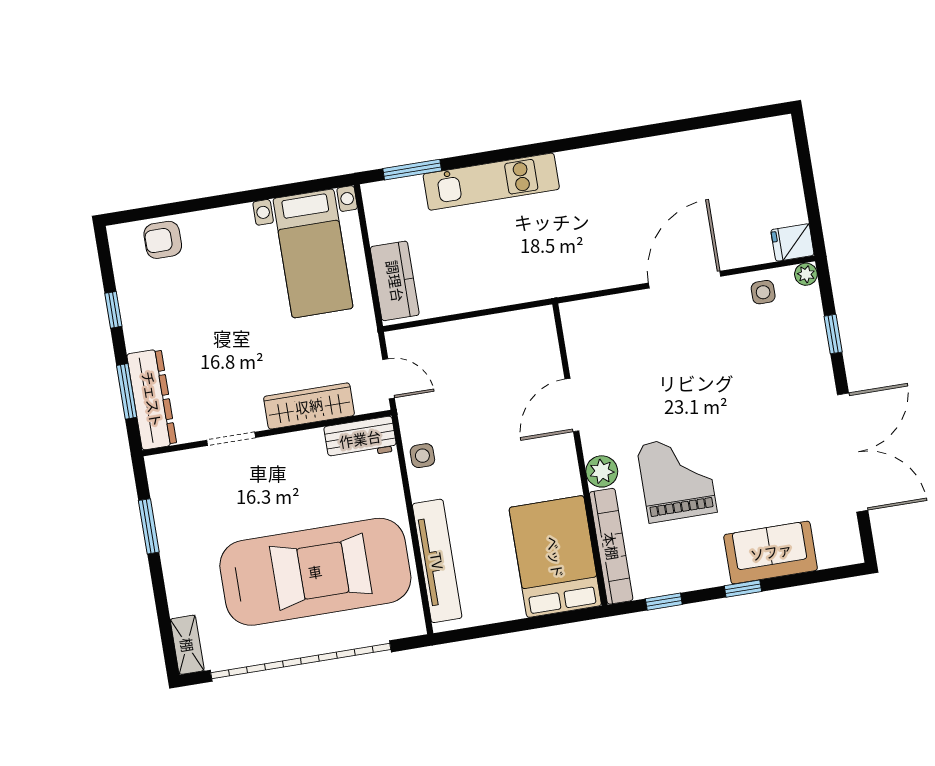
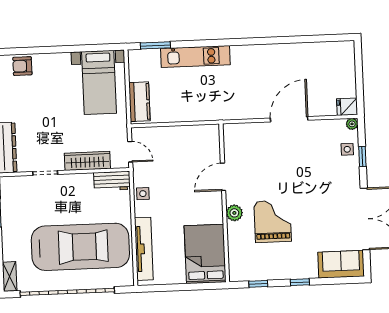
side table: (763, 292) -> (347, 149), moved
bookcase: (611, 546) -> (235, 252), removed
sofa: (771, 552) -> (341, 264), moved

